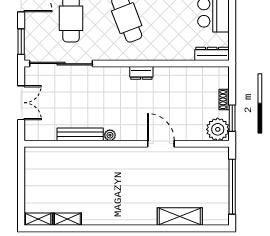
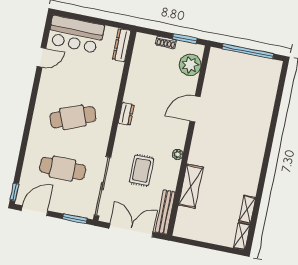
rug: (86, 101) -> (142, 170), added
double door: (21, 103) -> (131, 230), width x1.37
plant: (218, 129) -> (190, 65), moved
bench: (80, 134) -> (165, 212), moved
shelving: (180, 216) -> (191, 186), moved

